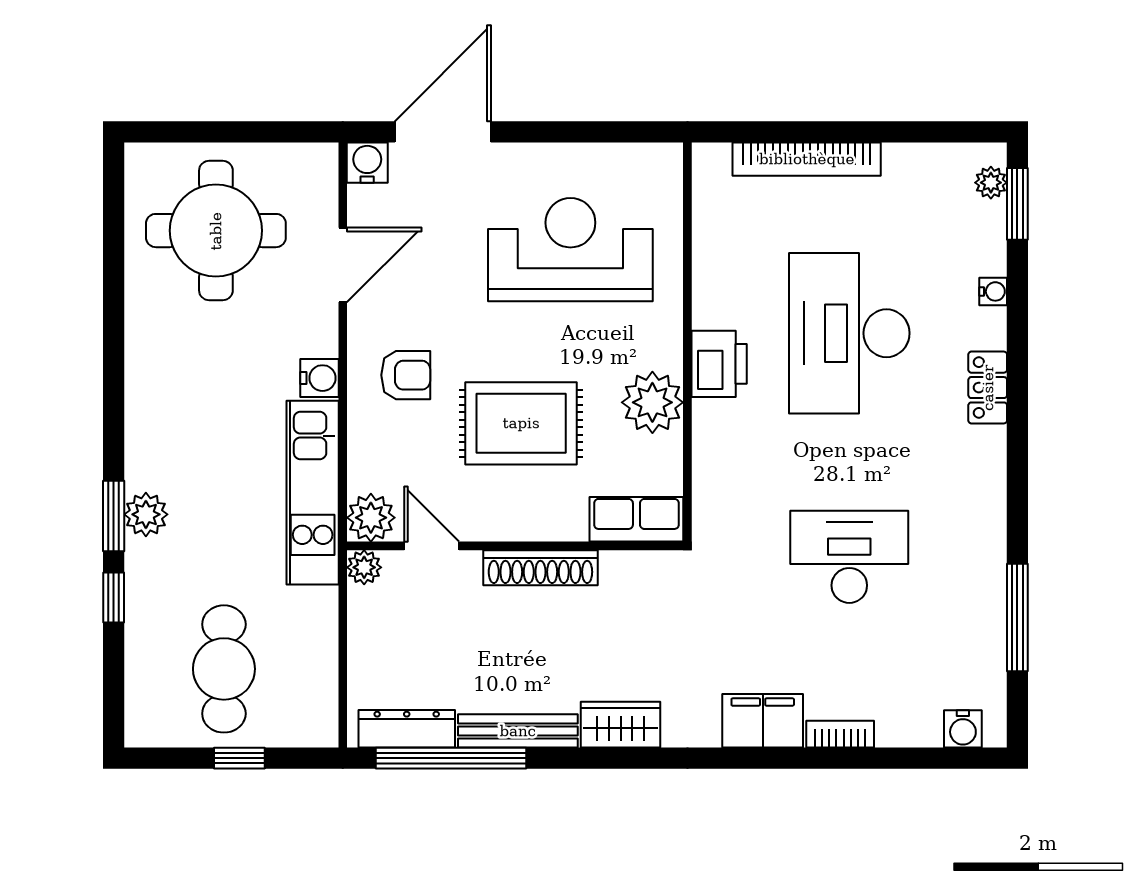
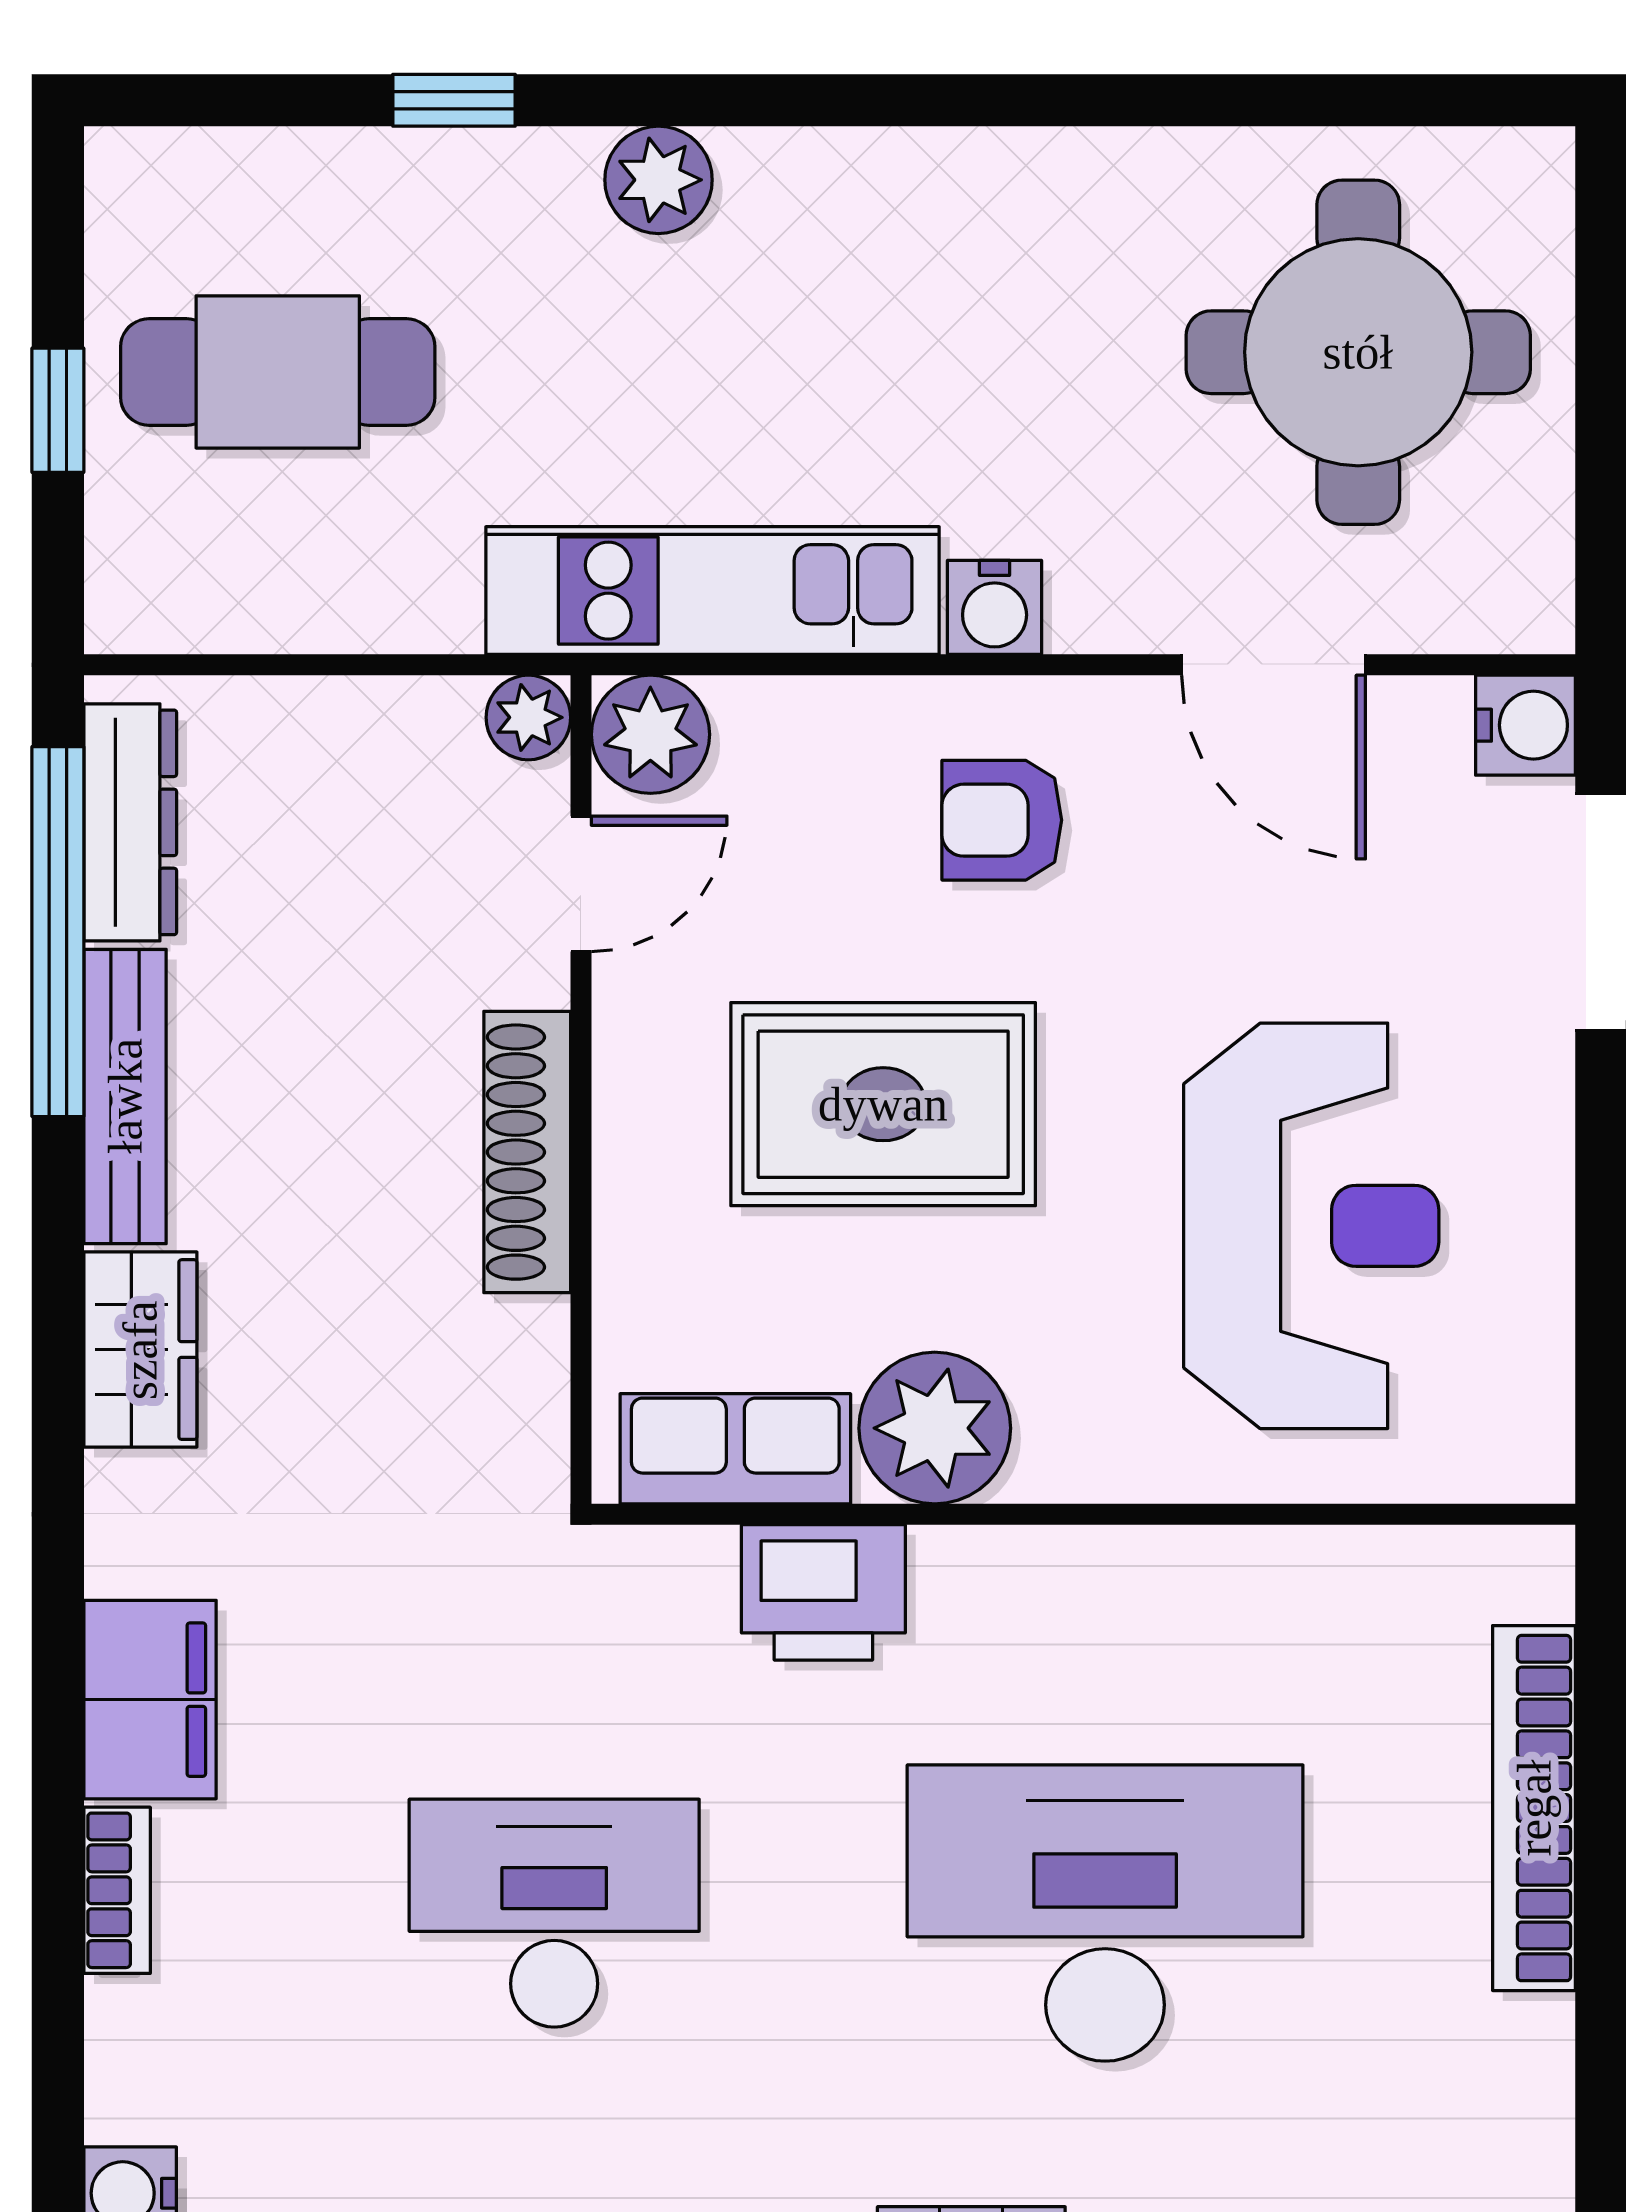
printer: (719, 364) -> (823, 1592), moved
armchair: (406, 375) -> (1002, 820), turned 90
rug: (521, 423) -> (883, 1104), turned 90
window: (114, 516) -> (654, 100), removed
row of seats: (636, 519) -> (735, 1449), moved, turned -90
desk: (849, 557) -> (554, 1913), turned -90

